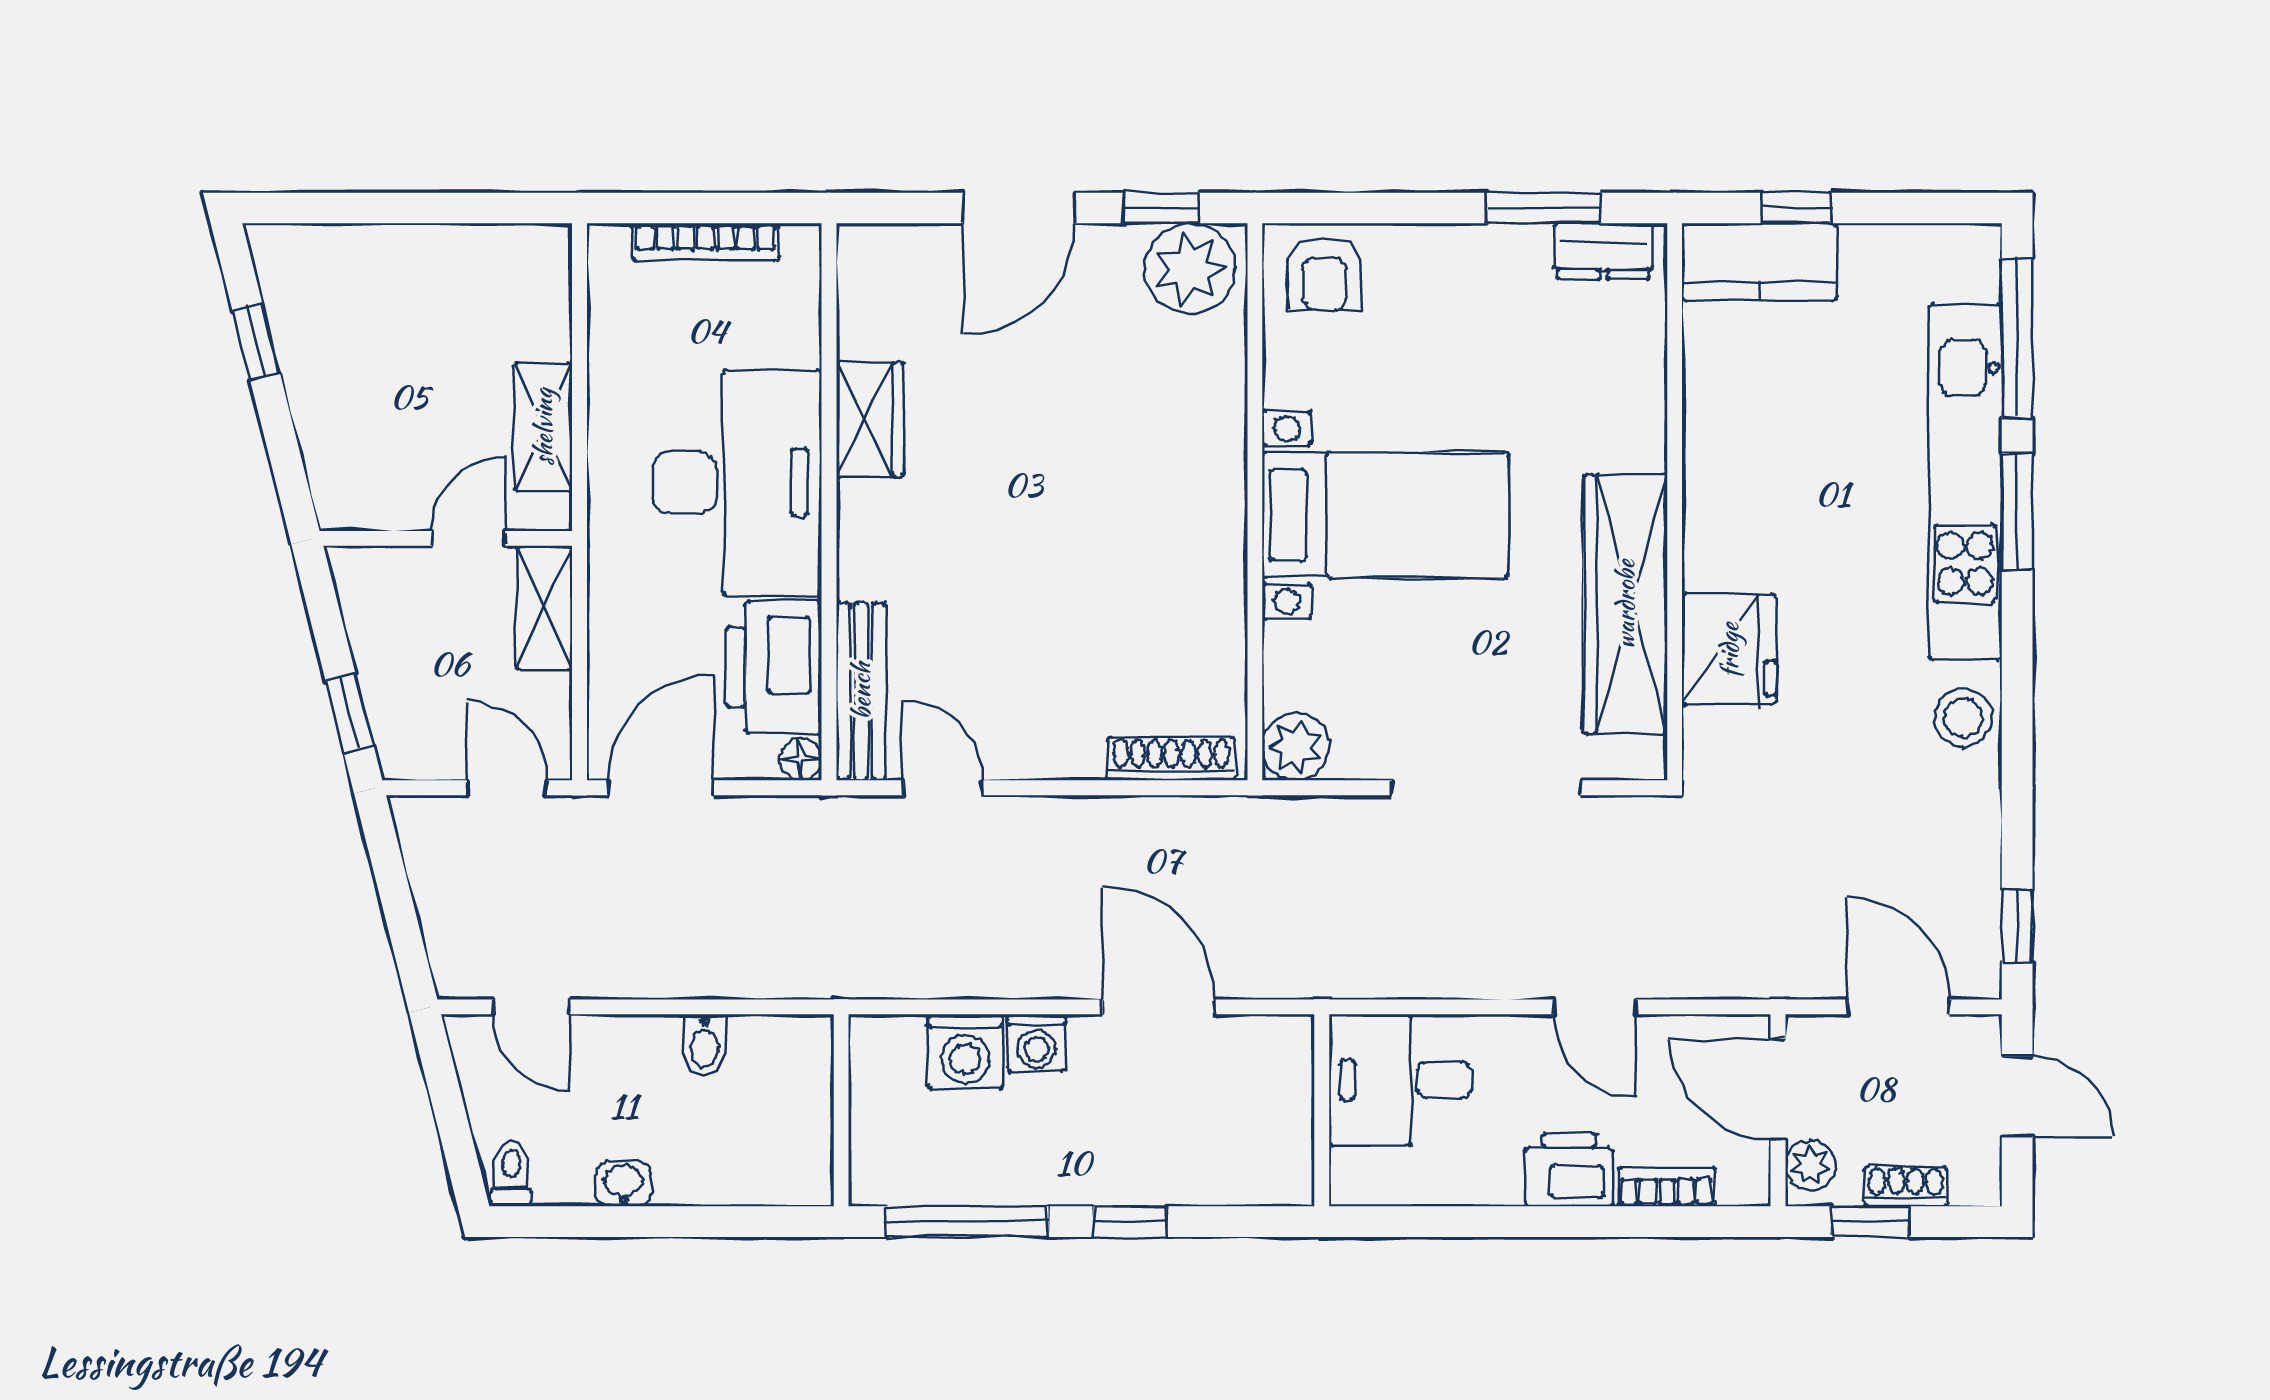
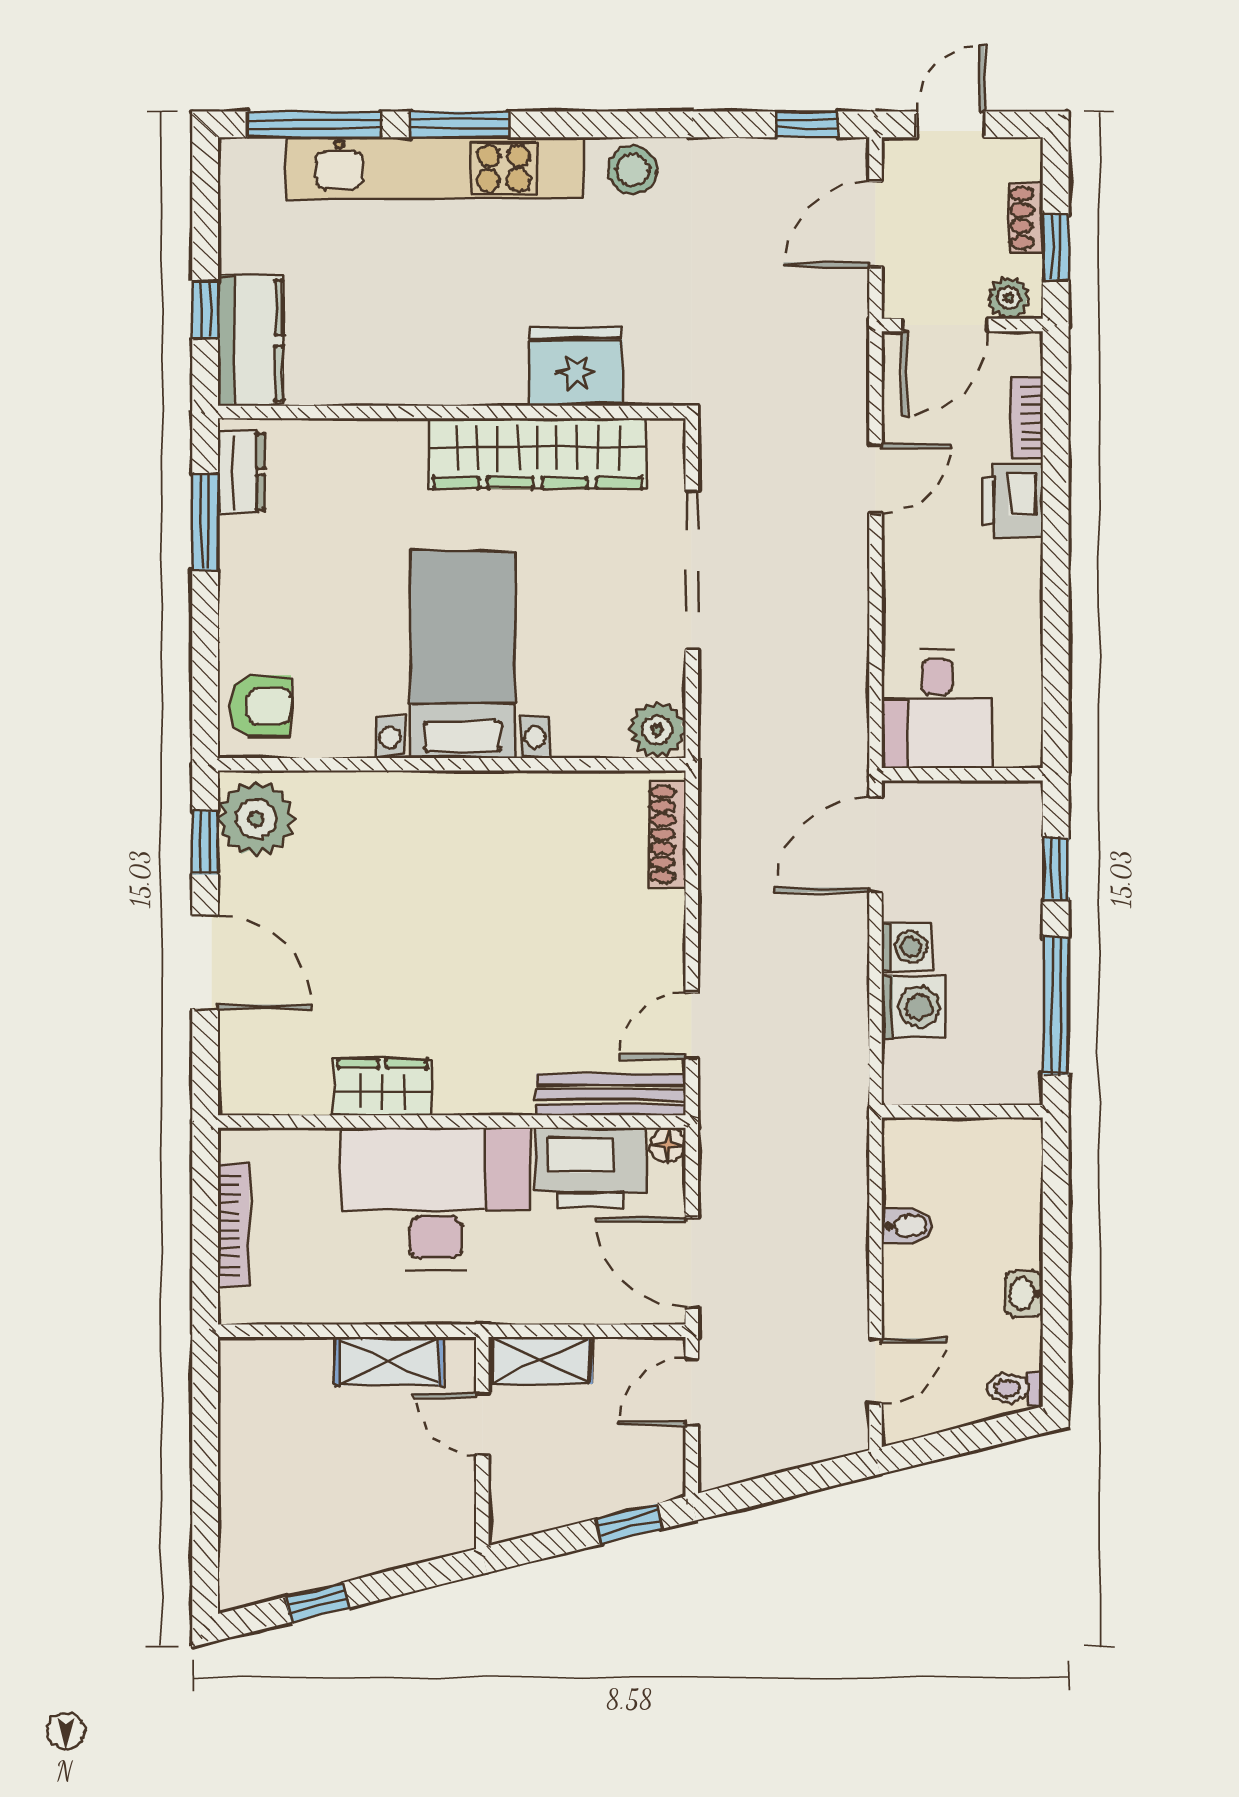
desk: (1400, 1080) -> (937, 709), moved
wall: (1322, 1110) -> (962, 774), moved

